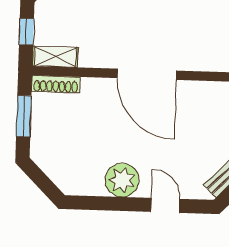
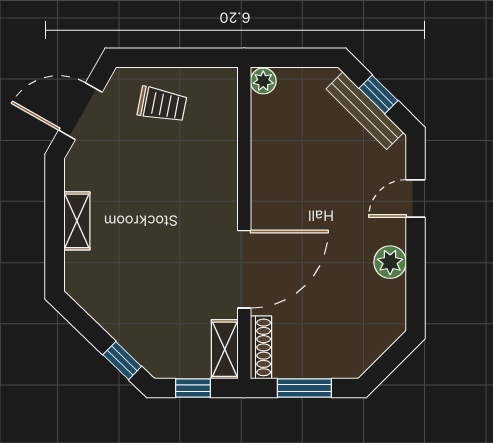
door: (147, 74) -> (244, 269), moved
plant: (122, 180) -> (390, 262), width x0.73, depth x0.73

